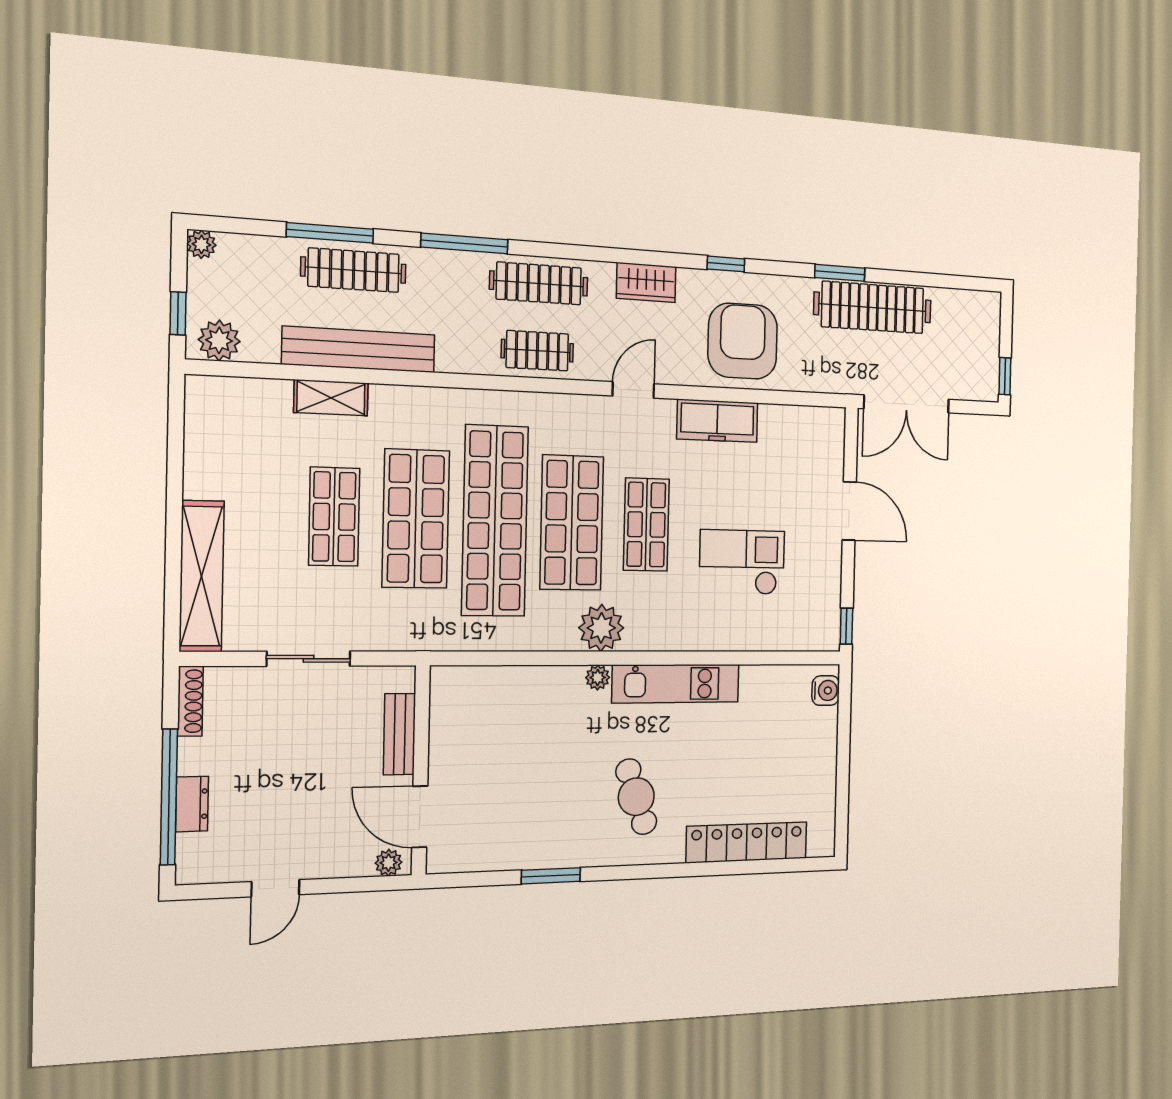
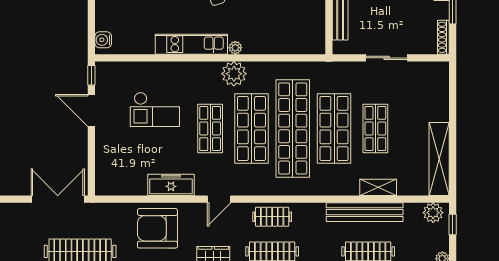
armchair: (743, 341) -> (157, 228), turned 90
door: (849, 511) -> (91, 111), moved
shelving: (202, 576) -> (439, 159), moved

